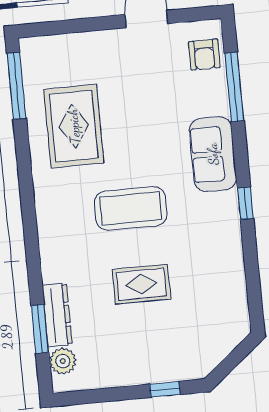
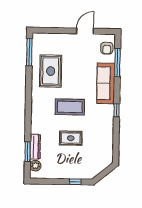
sofa: (213, 154) -> (106, 83), width x1.36

